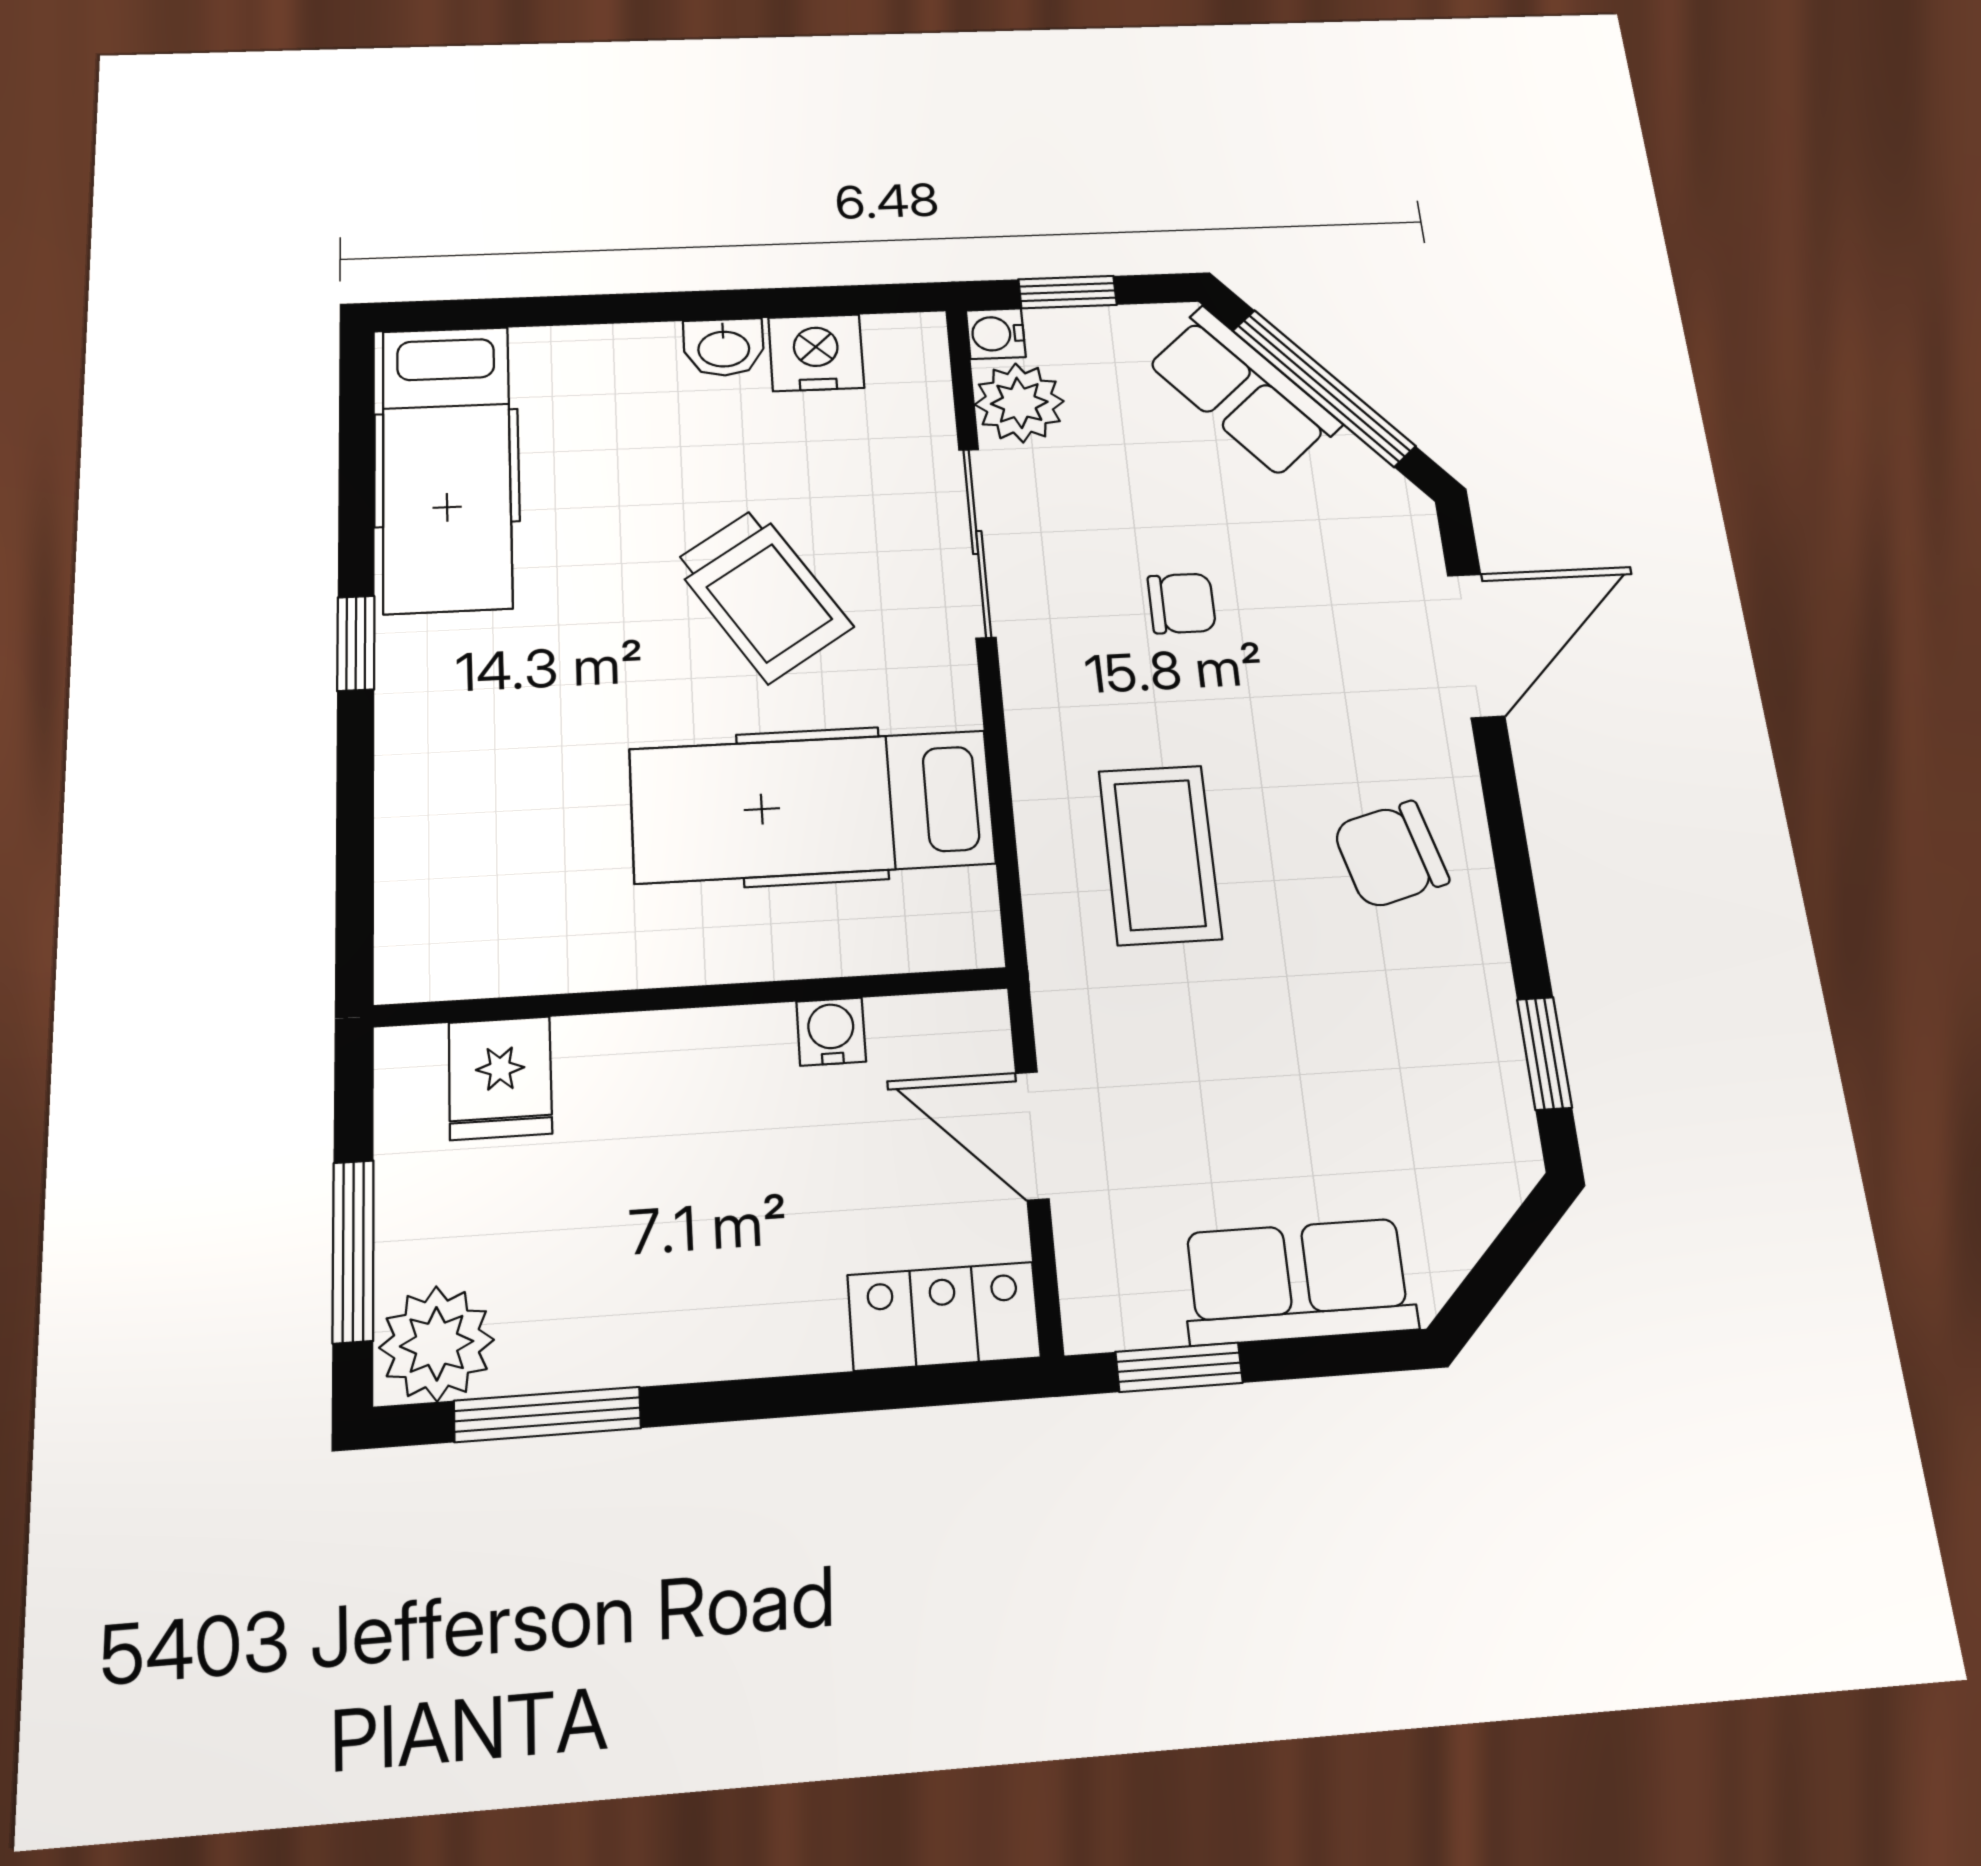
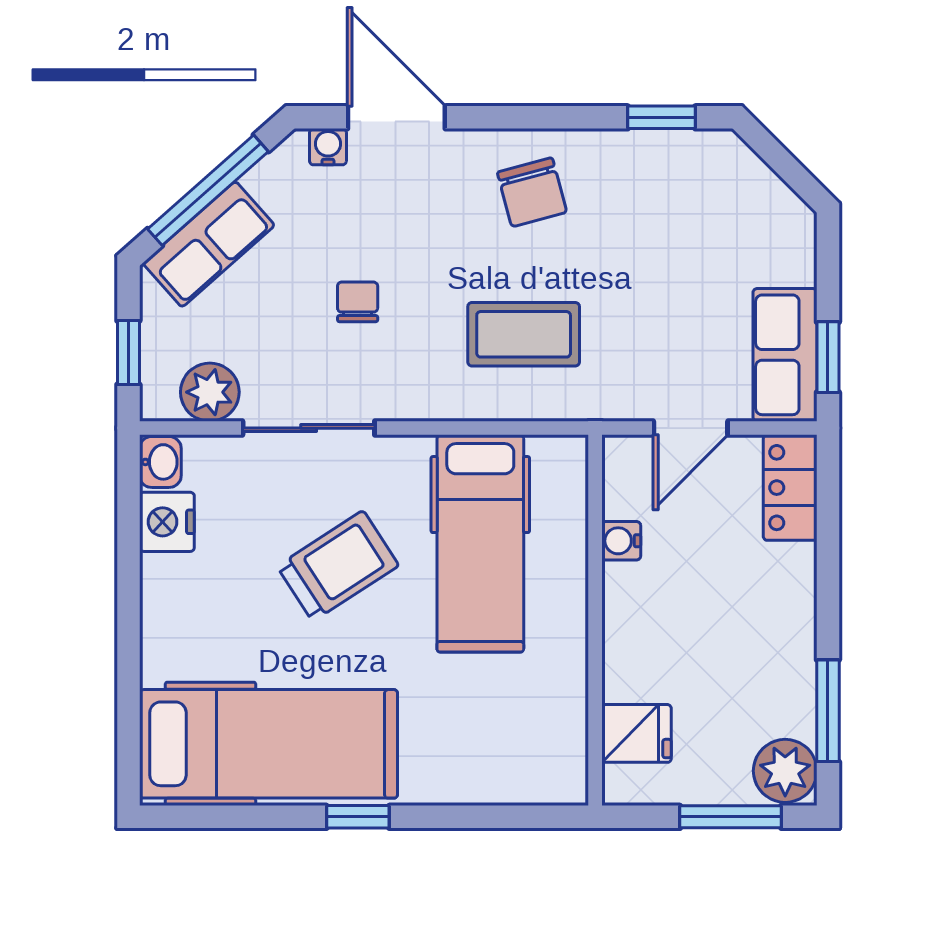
water cooler: (996, 334) -> (328, 147), moved, turned 180
washbasin: (724, 347) -> (160, 462), moved
hospital bed: (447, 468) -> (269, 744), width x1.37, depth x1.29
row of seats: (1298, 1281) -> (785, 355), moved

